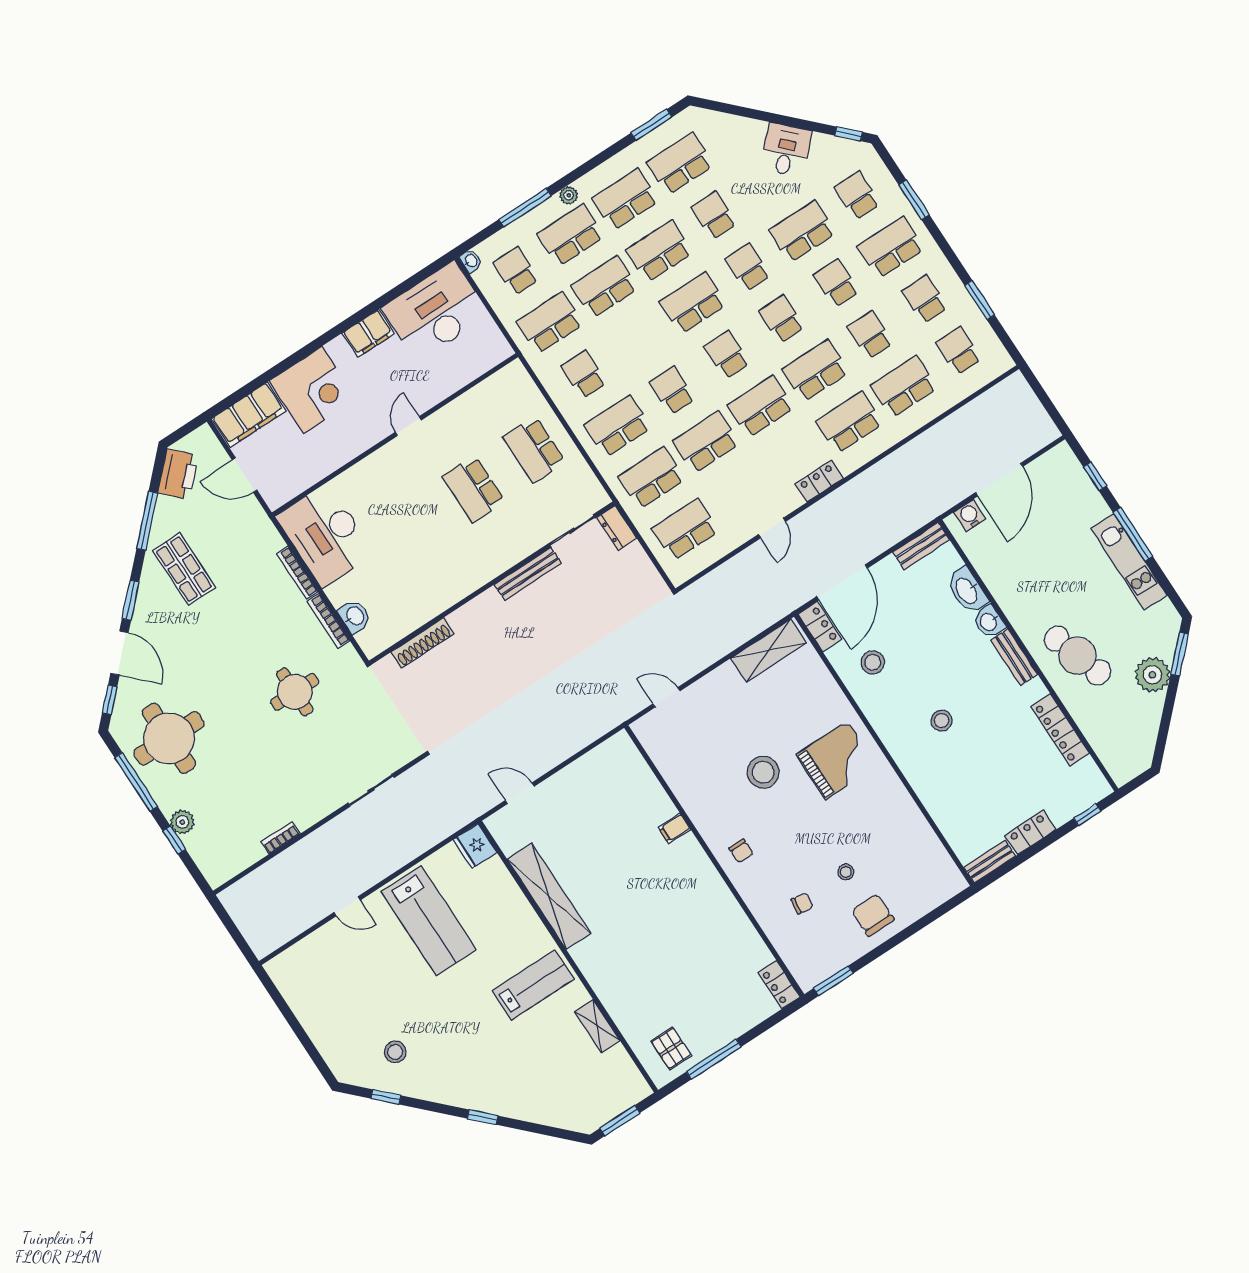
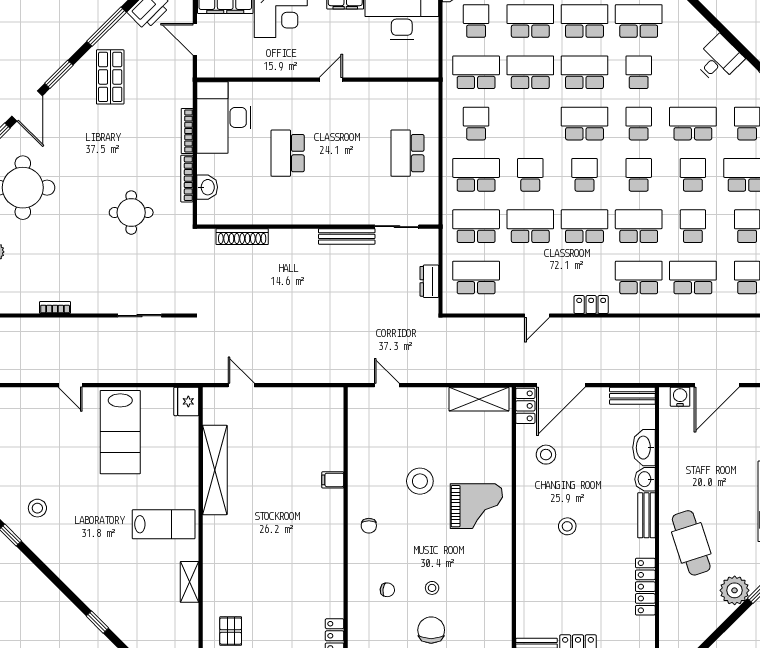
school desk: (474, 489) -> (288, 153), moved
dresser: (617, 528) -> (429, 281), moved
window: (483, 1117) -> (97, 622), moved

